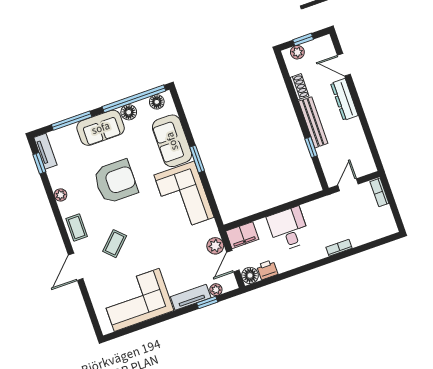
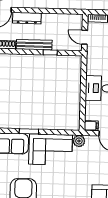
filing cabinet: (242, 235) -> (91, 126), width x0.50
plant: (215, 246) -> (79, 141), moved

